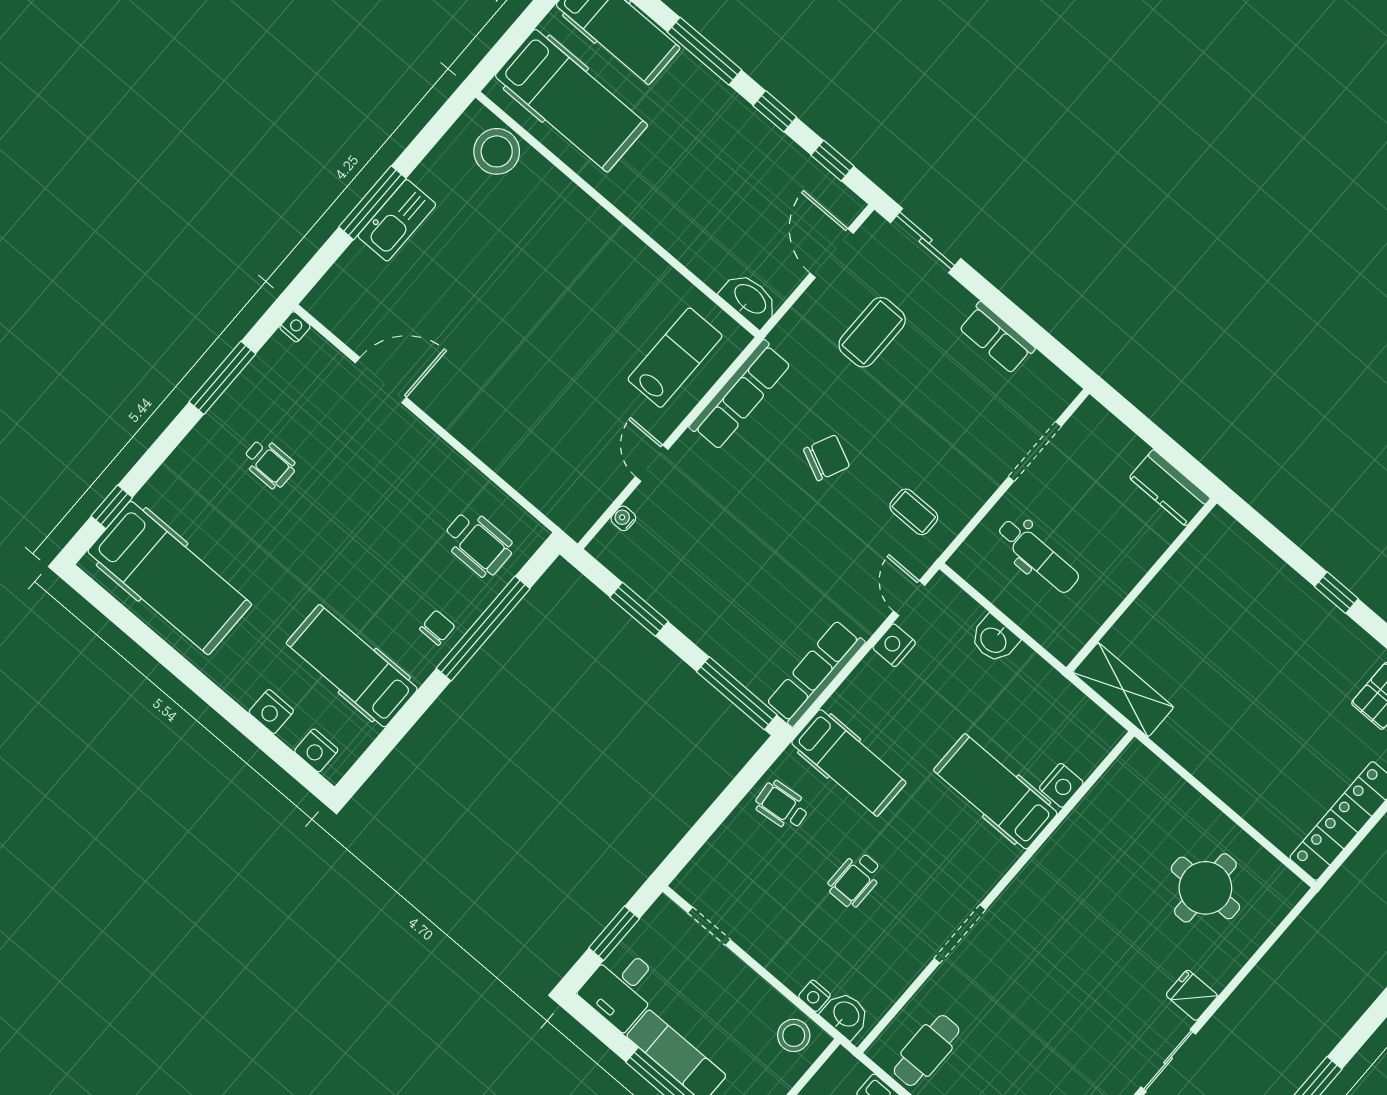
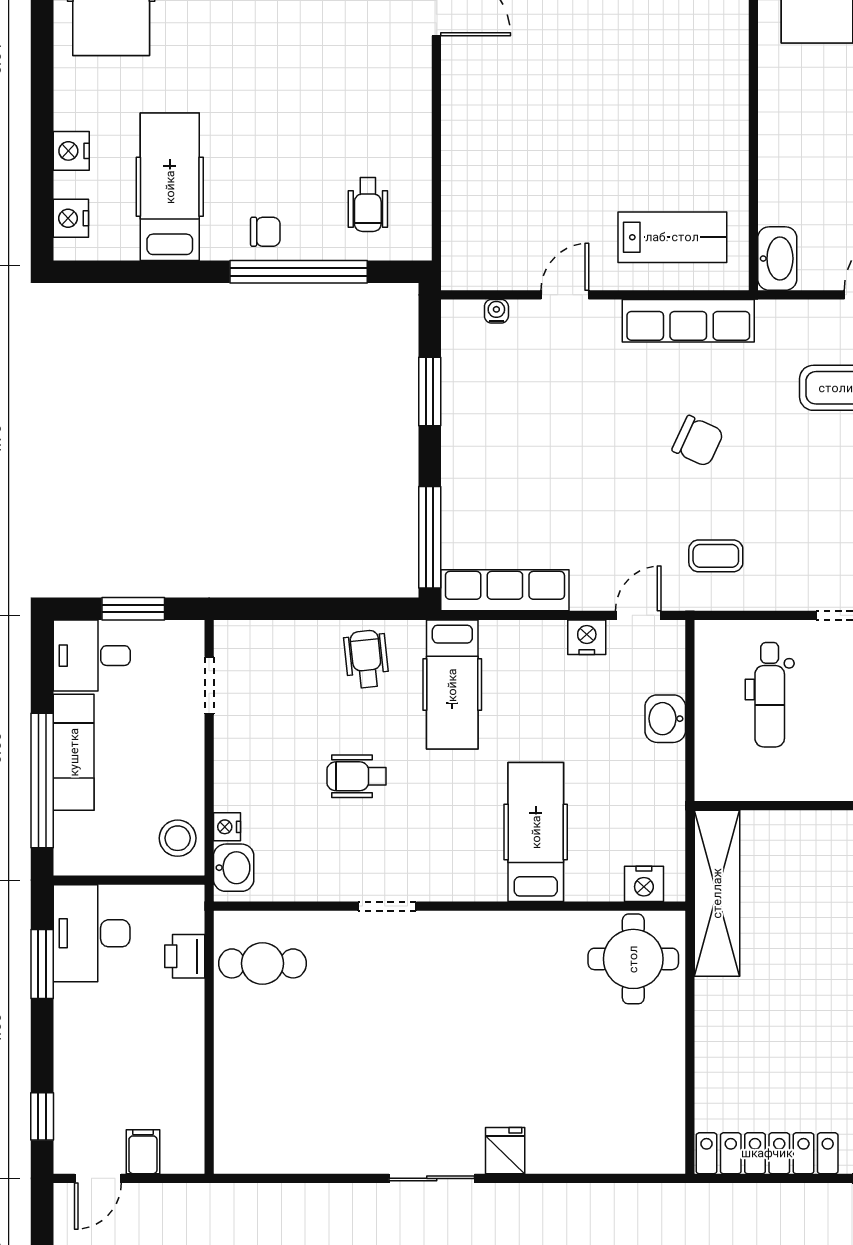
coffee table: (914, 512) -> (716, 556), turned 90
wheelchair: (478, 543) -> (368, 205), width x0.73, depth x0.73
shelving: (1123, 690) -> (717, 893), width x1.47
nightstand: (1061, 785) -> (644, 884), moved
round table: (1205, 888) -> (633, 959), moved
doorway: (960, 934) -> (387, 906), width x0.73

